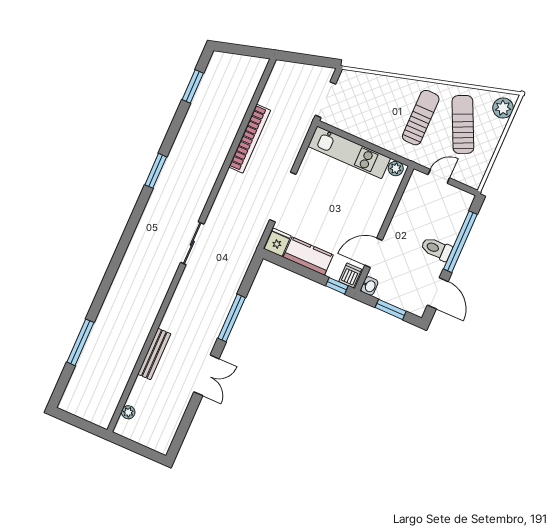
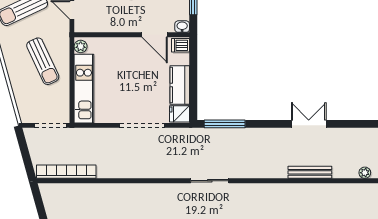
sun lounger: (421, 118) -> (43, 61), moved, turned -115
bookcase: (250, 139) -> (66, 172), moved
window: (337, 286) -> (193, 52), removed
window: (232, 318) -> (225, 124), moved

